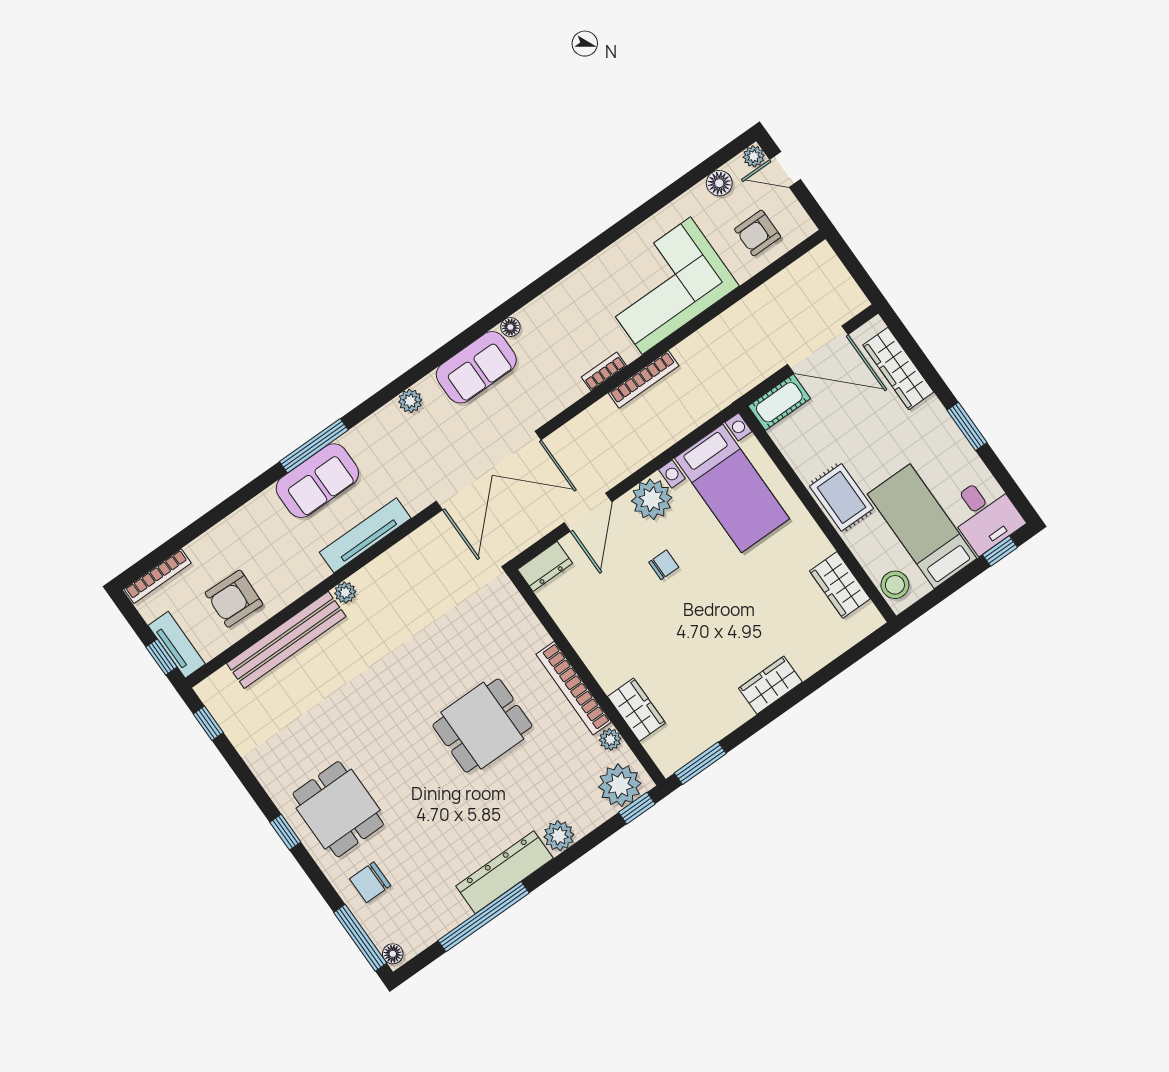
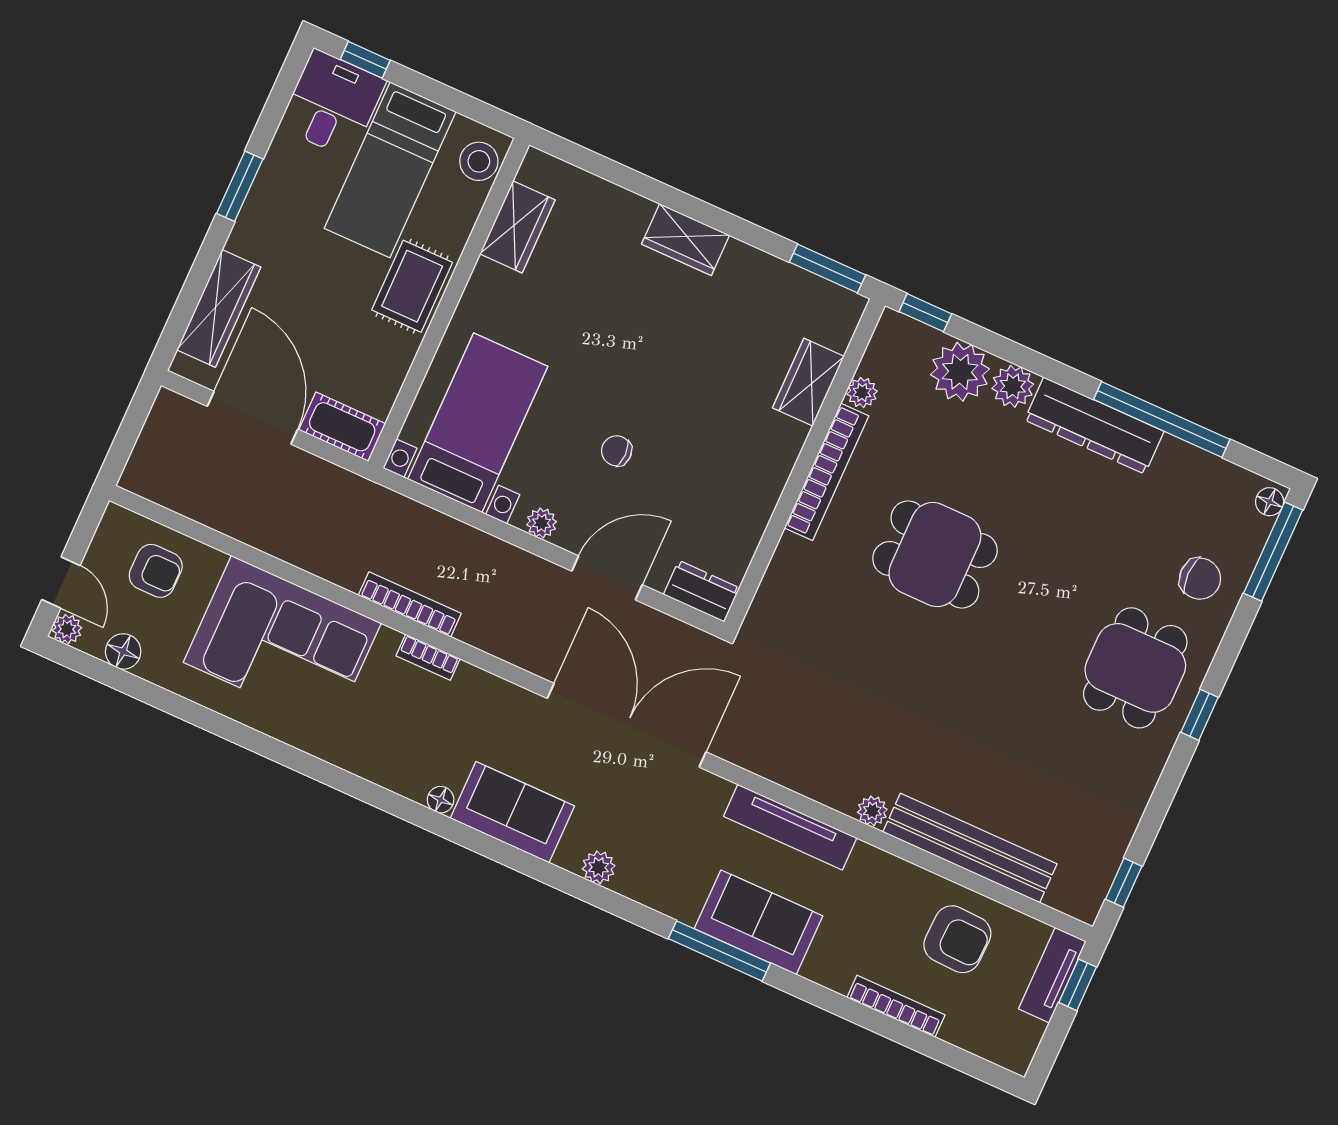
plant: (652, 499) -> (542, 523), width x0.53, depth x0.53
bookcase: (158, 576) -> (896, 1006), moved
plant: (620, 785) -> (960, 372), moved

